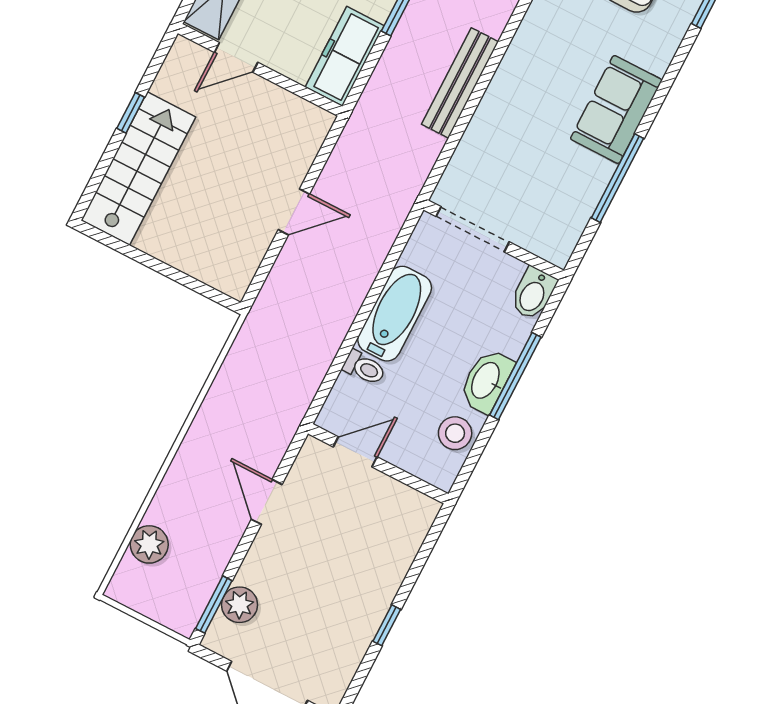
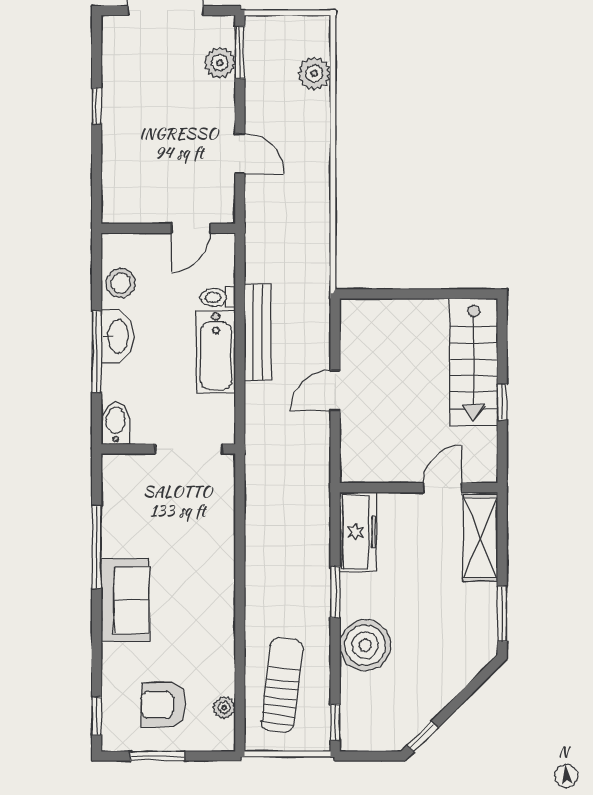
bench: (460, 83) -> (258, 332), moved

